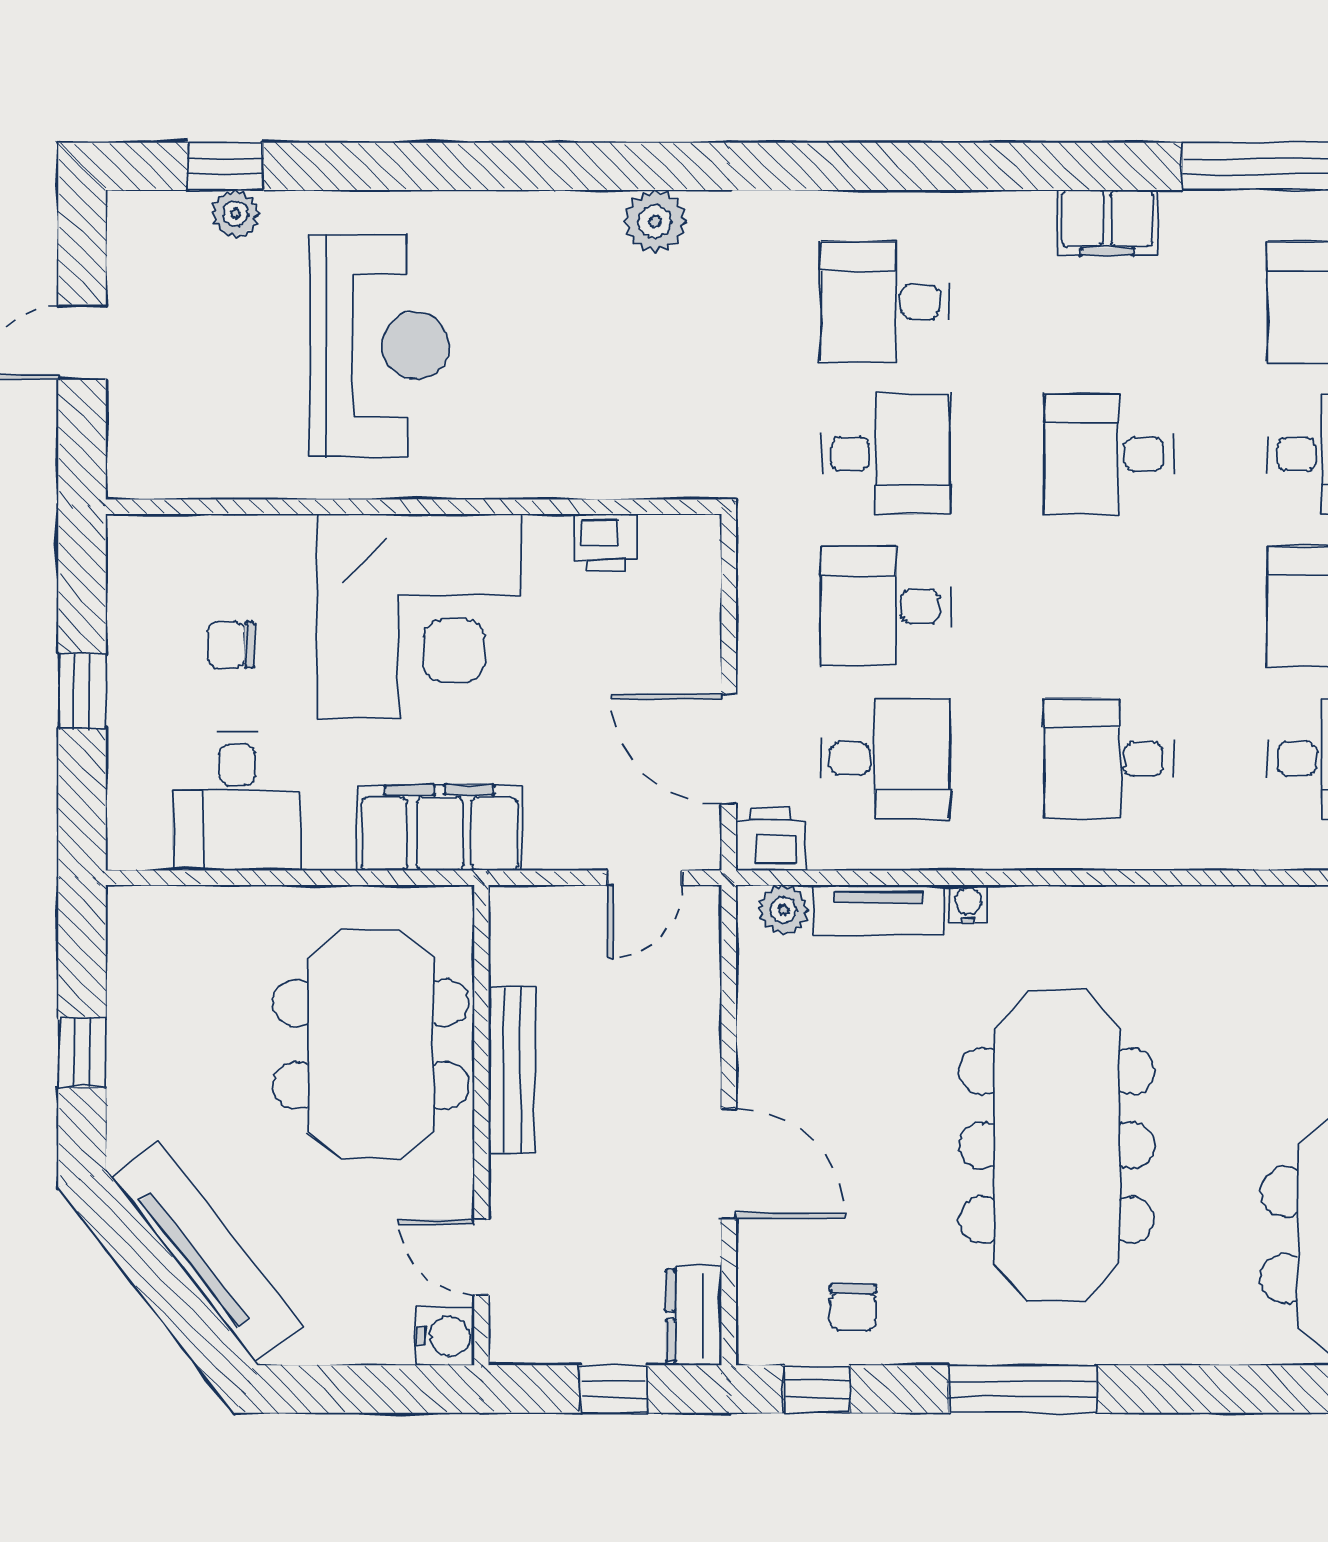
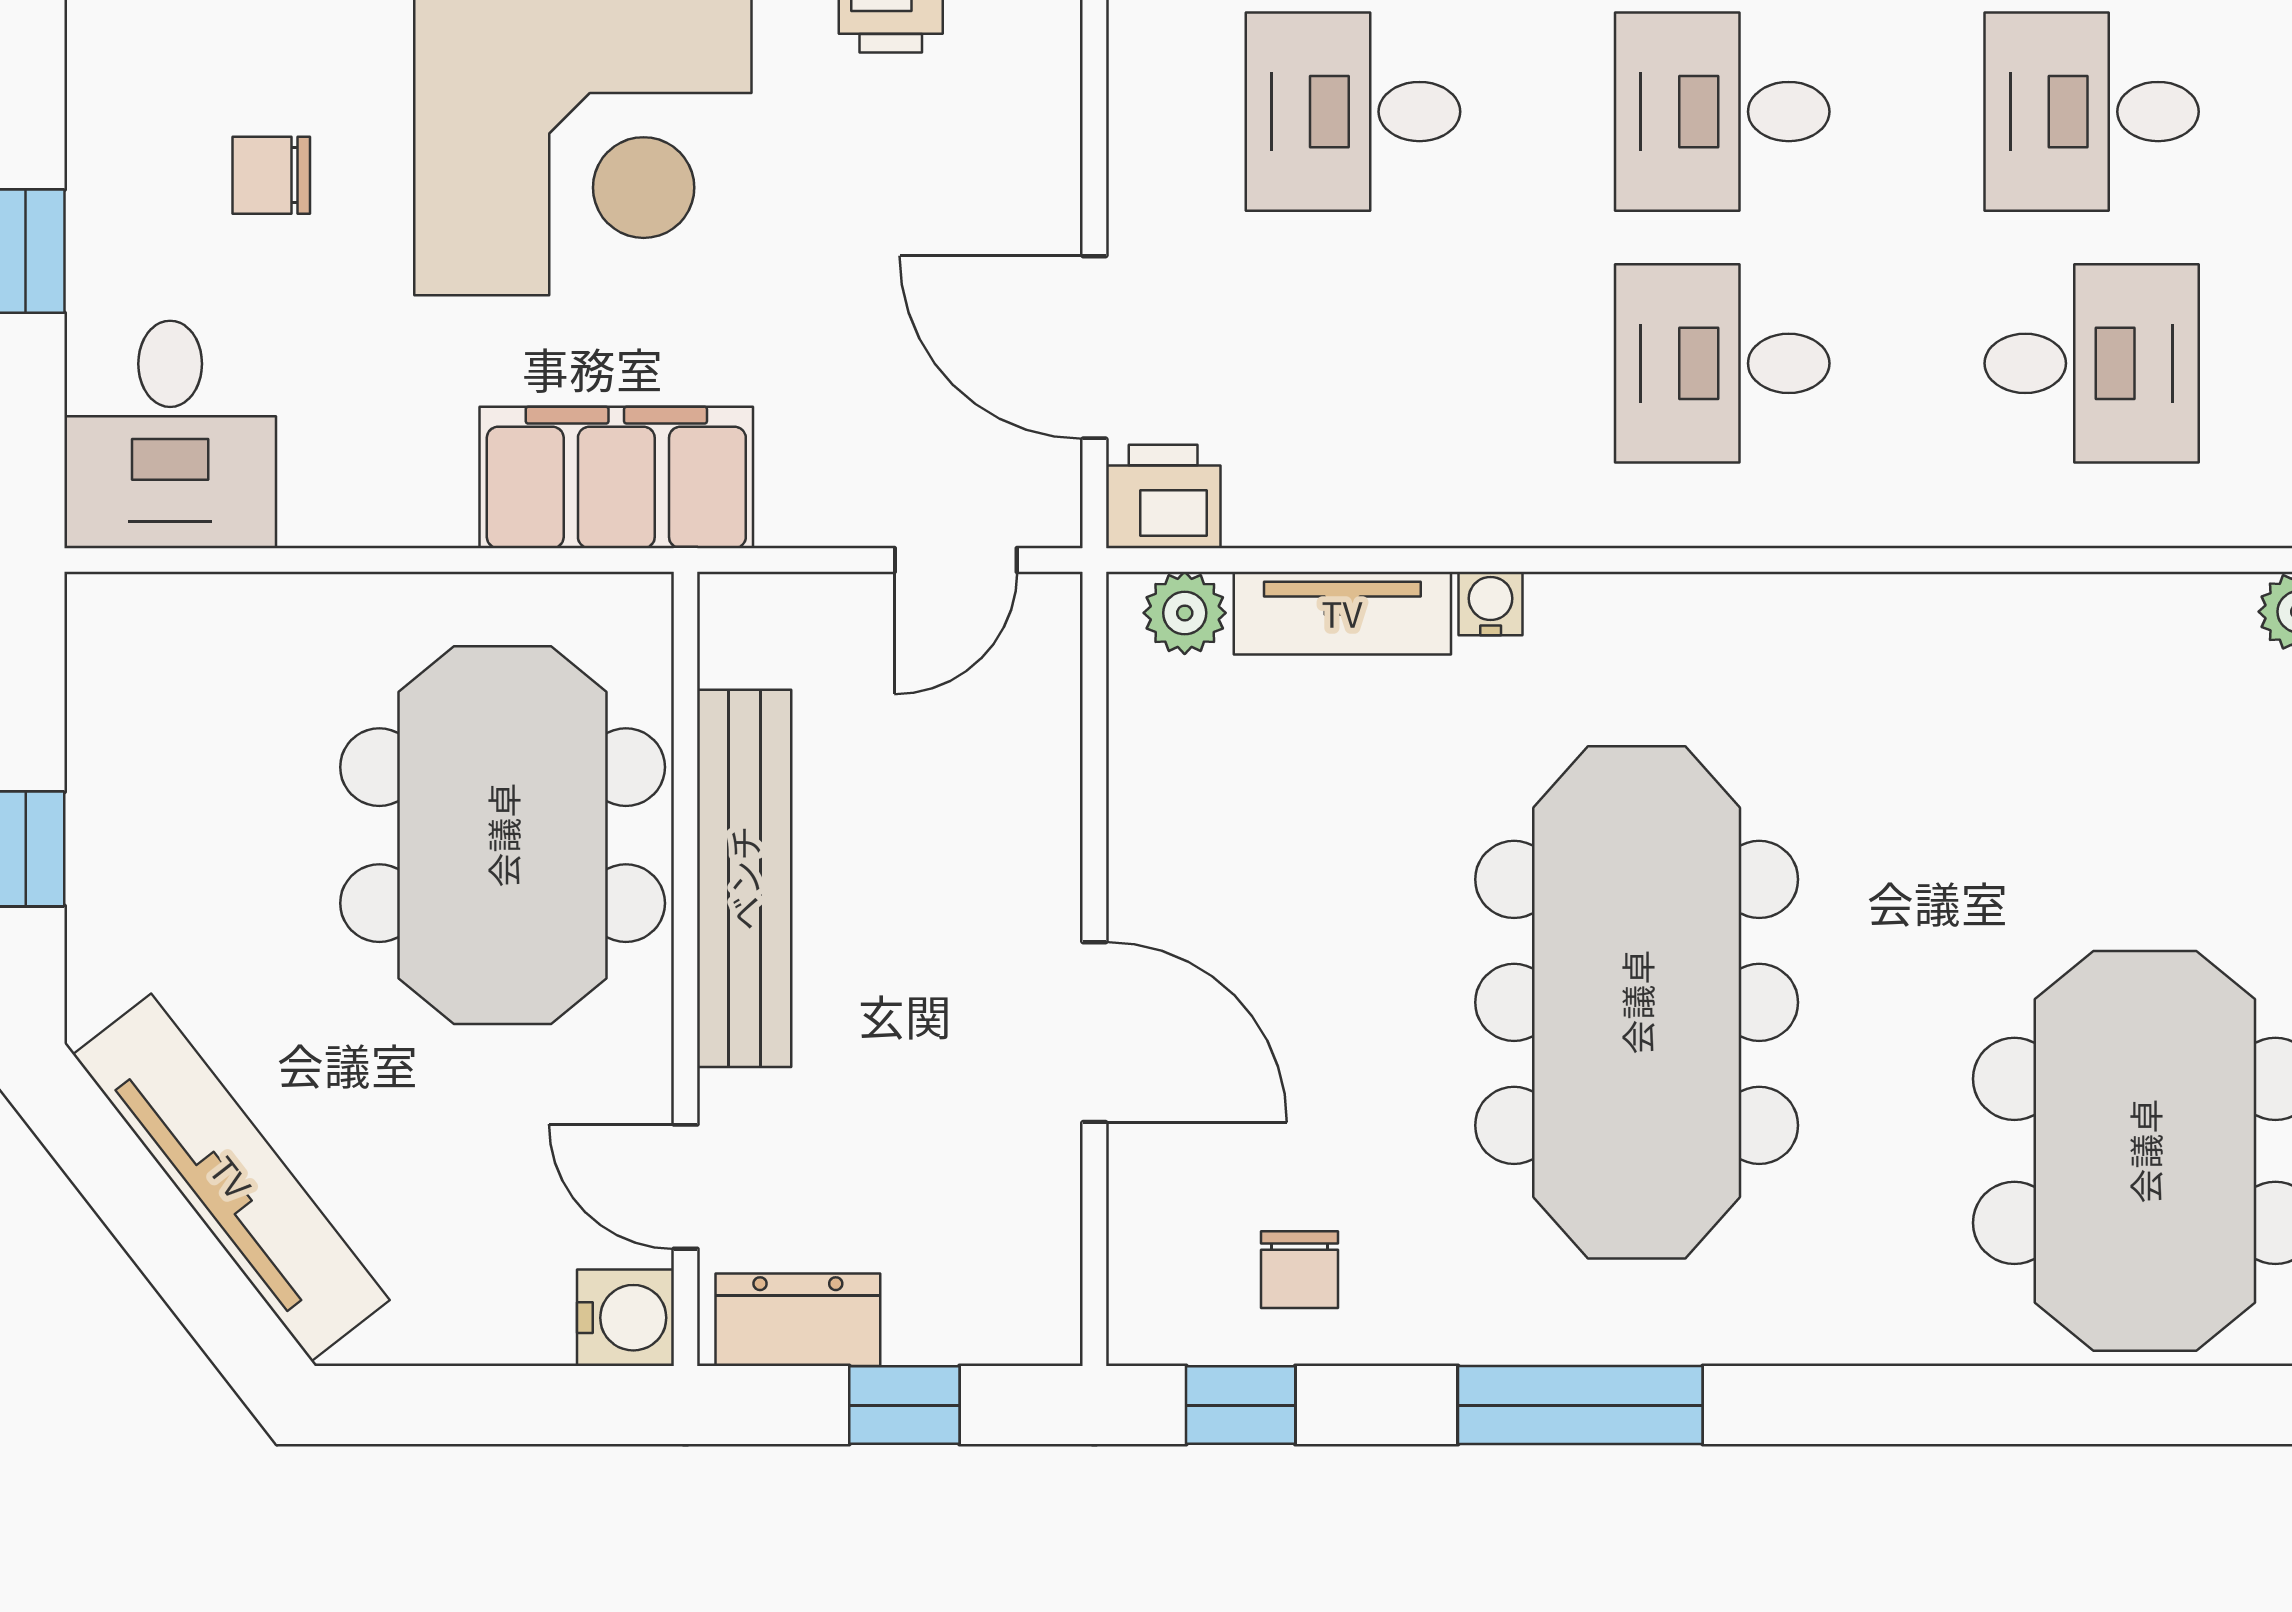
desk: (885, 759) -> (1722, 112), moved, turned 180
desk: (237, 802) -> (170, 434), moved
bench: (512, 1070) -> (744, 878), width x1.37, depth x1.21
dresser: (694, 1316) -> (798, 1320), moved, turned 90

